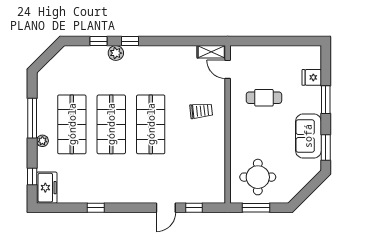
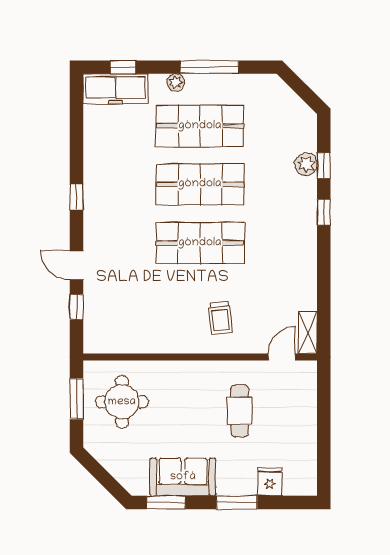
plant: (116, 53) -> (306, 164), moved
freezer: (47, 188) -> (116, 89), width x1.40
window: (96, 208) -> (77, 197), moved

